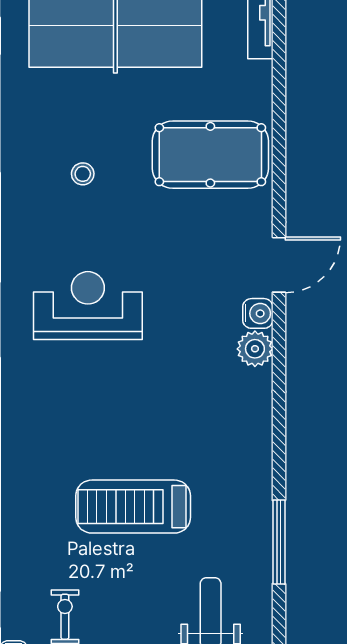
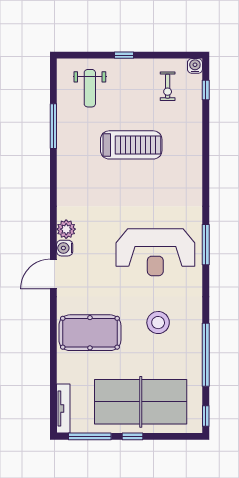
stool: (83, 174) -> (158, 323), width x1.89, depth x1.89
reception desk: (88, 306) -> (155, 252), width x1.36, depth x1.30

